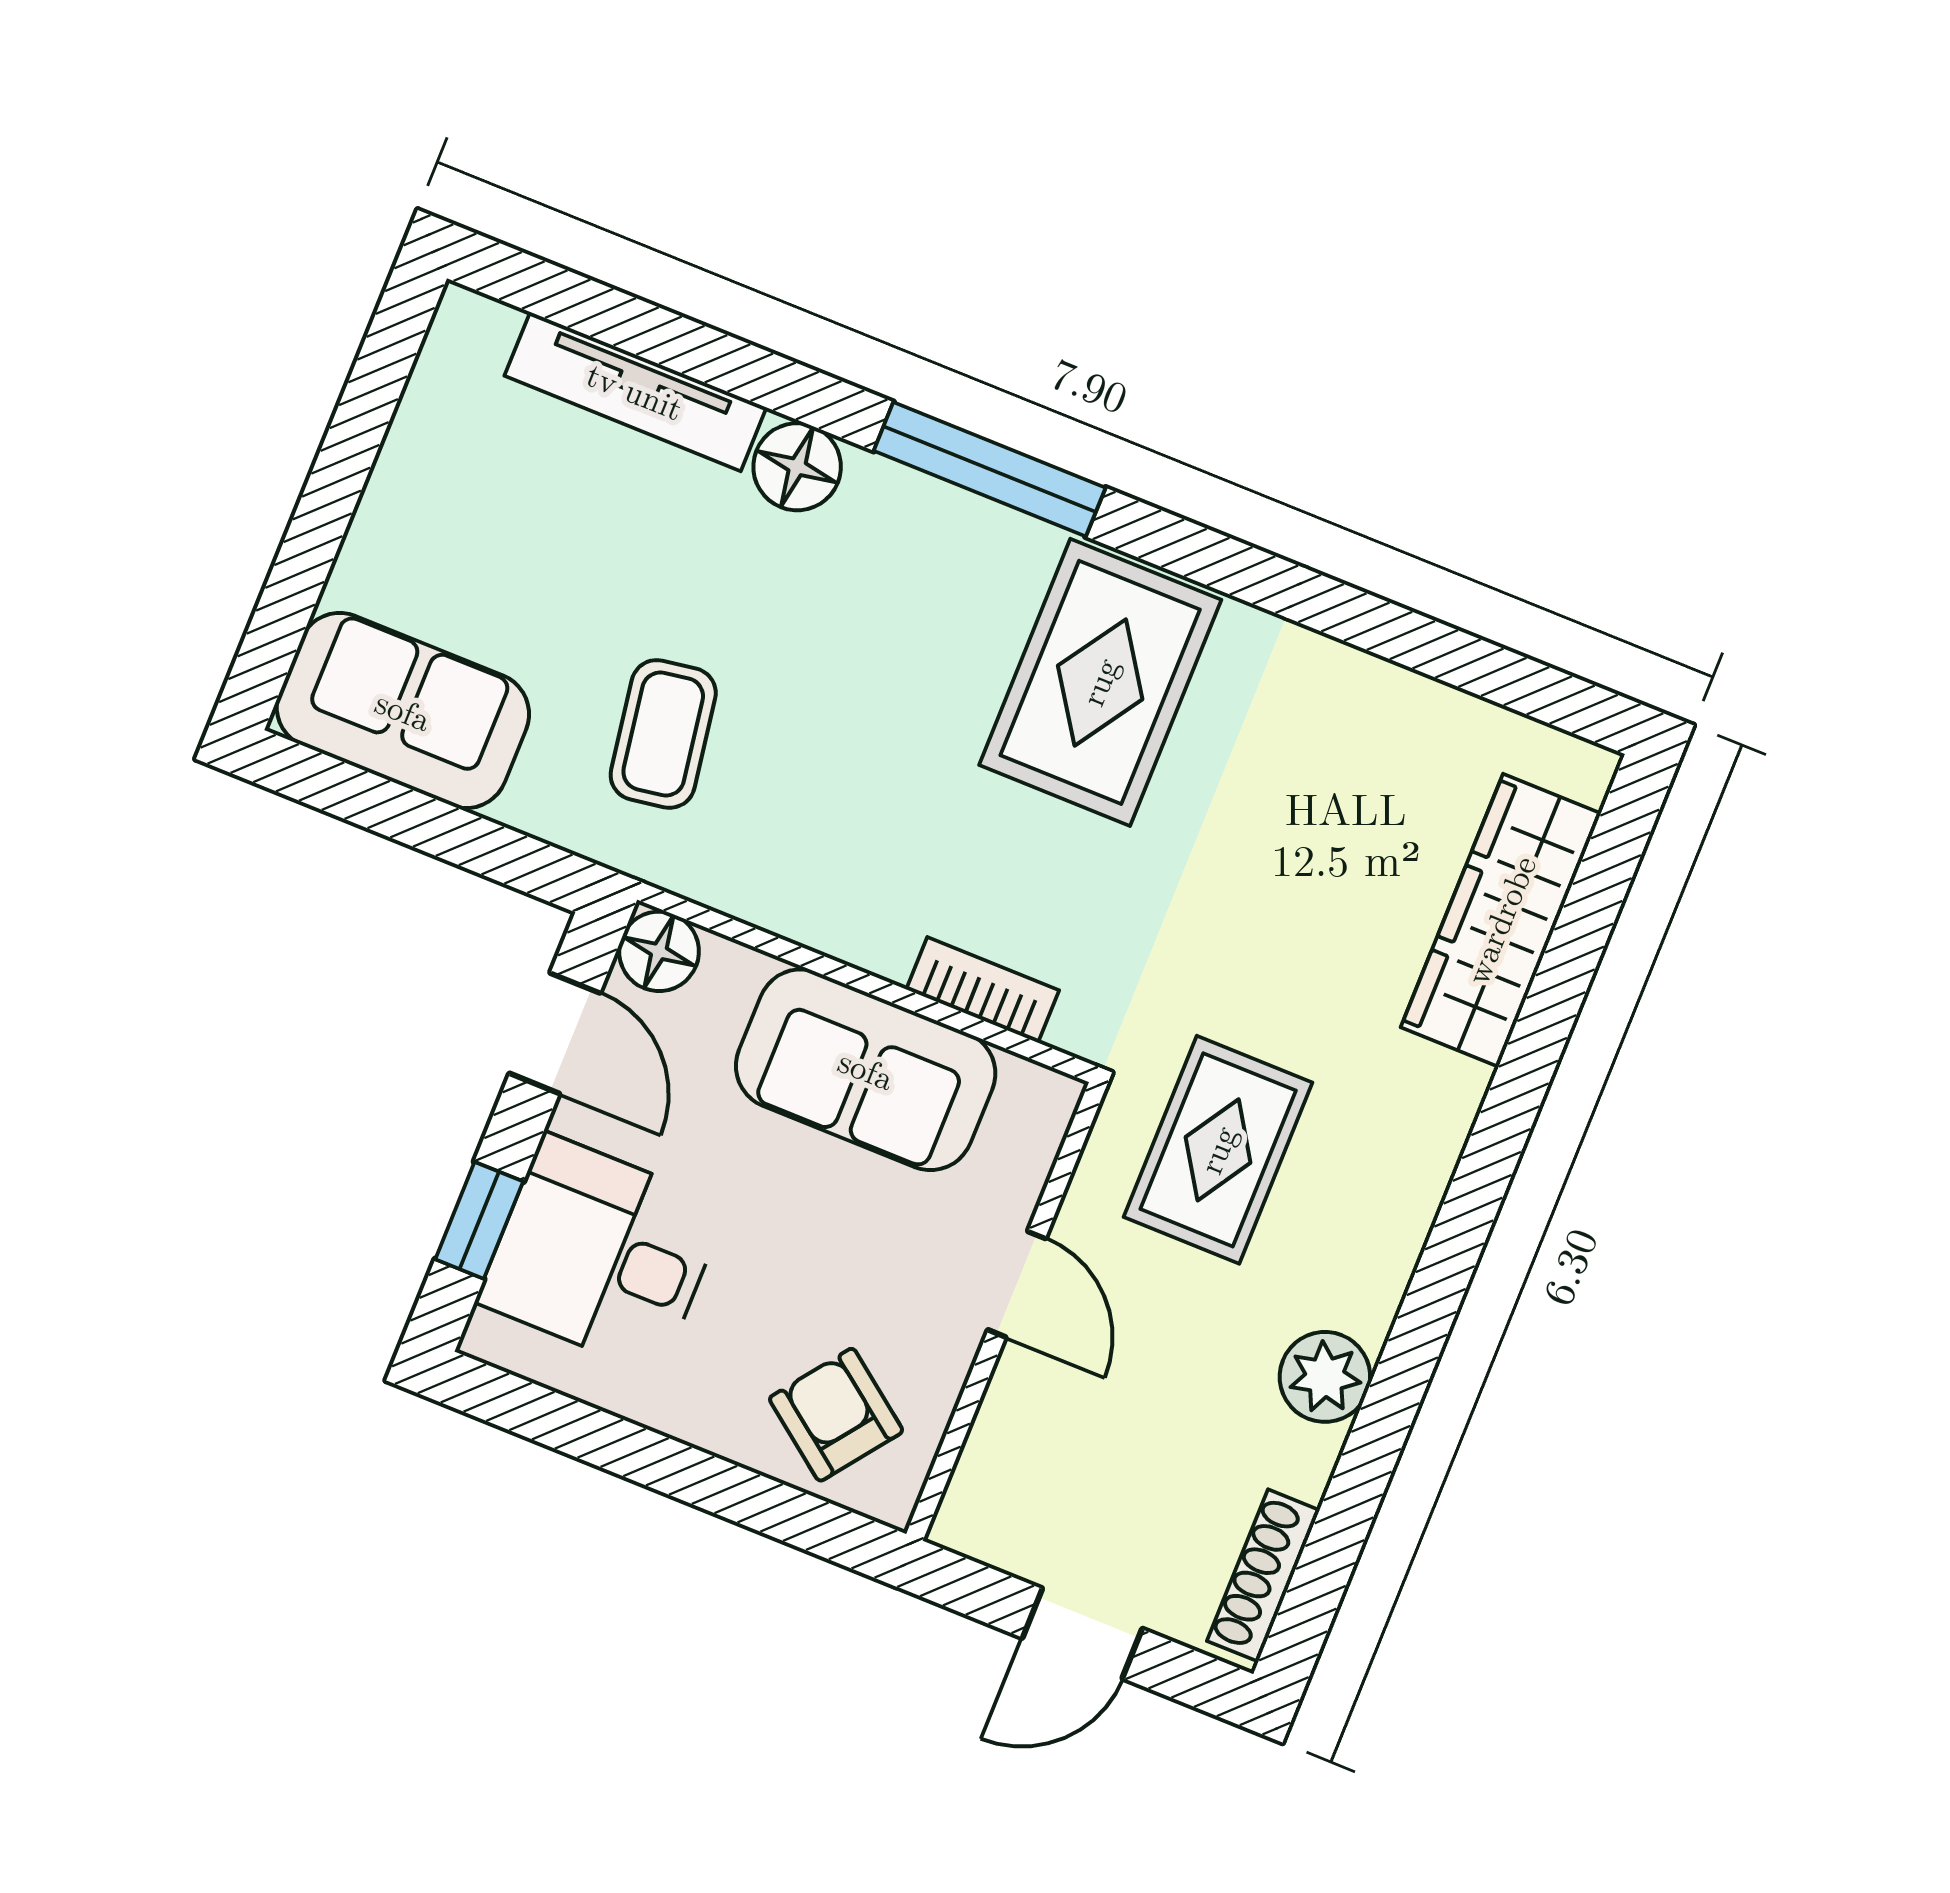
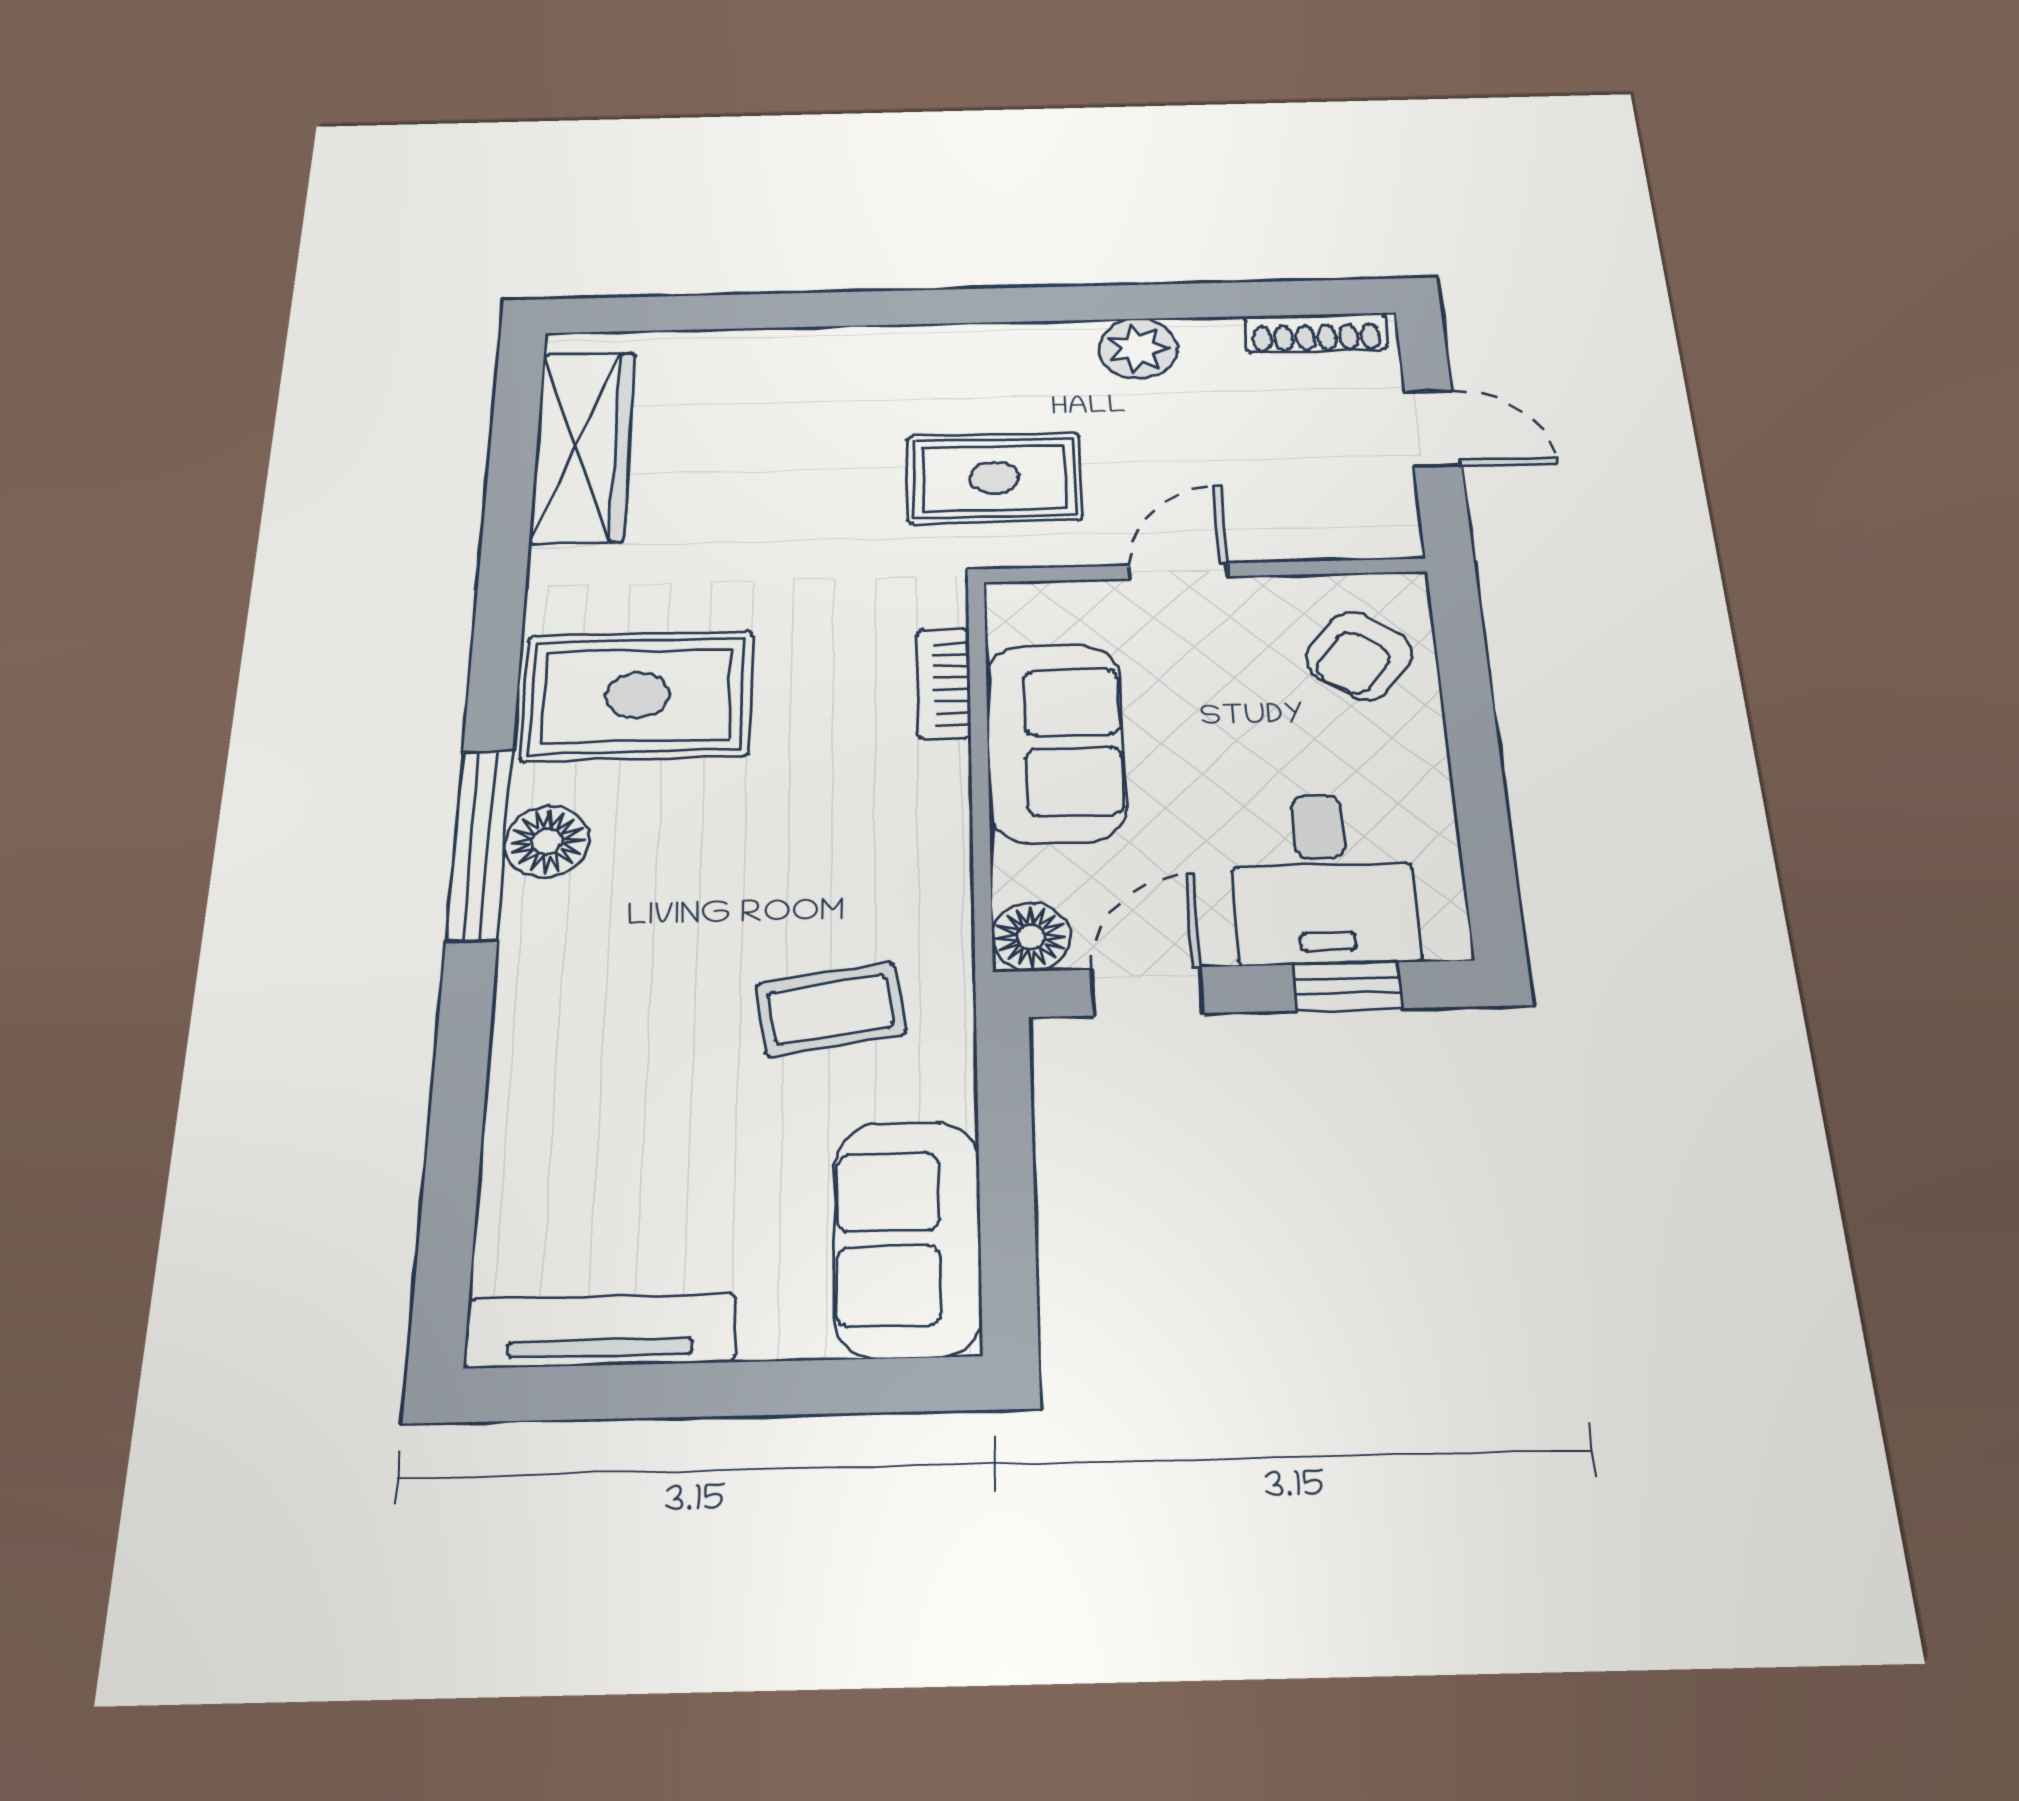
tv unit: (635, 392) -> (601, 1331), moved, turned -90
floor lamp: (797, 467) -> (547, 841), moved
wardrobe: (1501, 920) -> (583, 447), moved, turned -90

